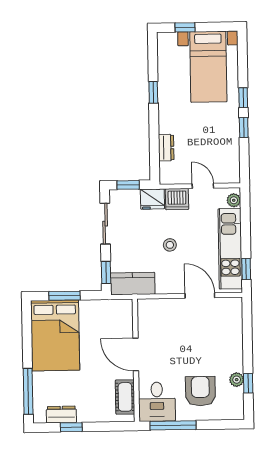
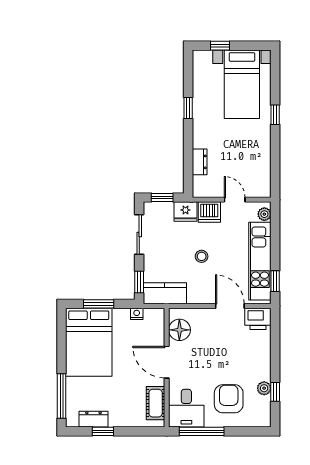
window: (244, 127) -> (275, 144), removed
nightstand: (104, 305) -> (137, 314), added
printer: (229, 308) -> (258, 319), added
floor lamp: (148, 321) -> (179, 330), added

